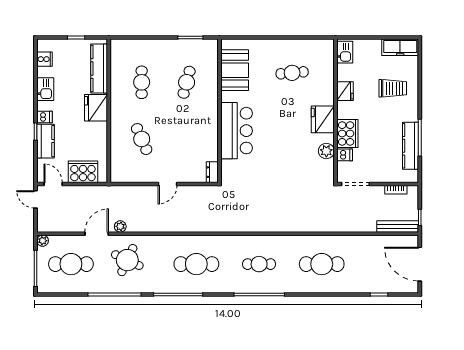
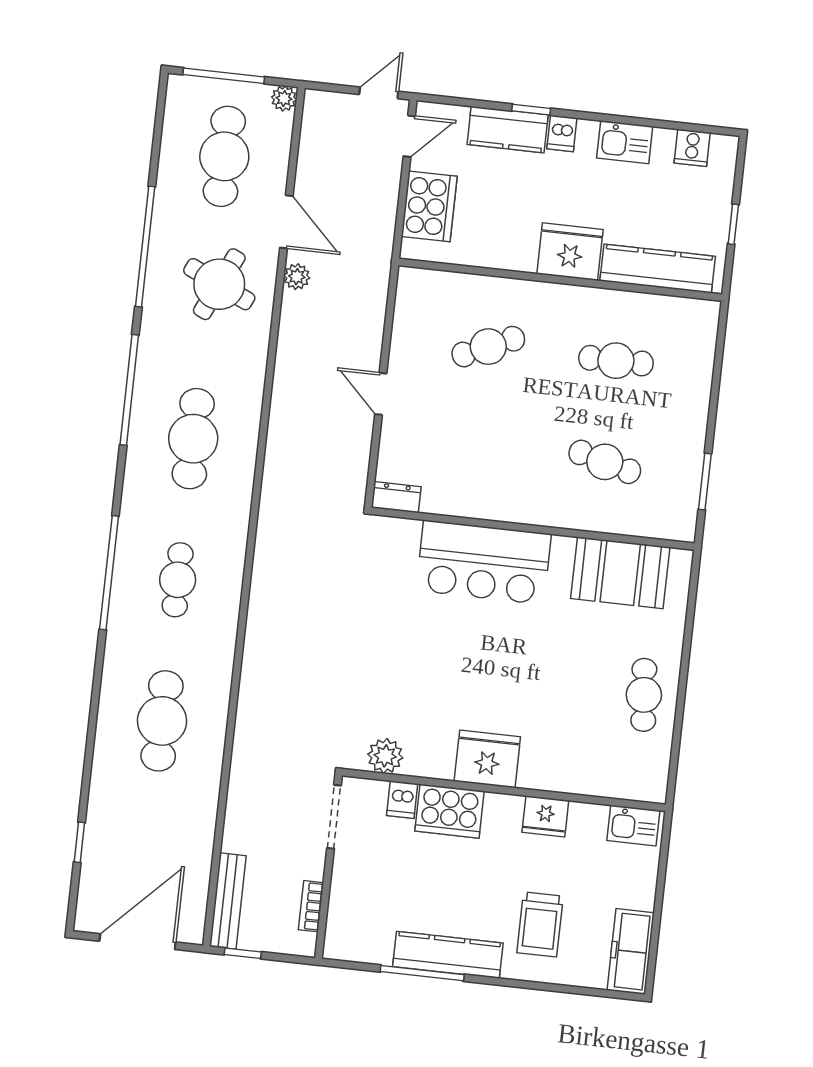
cafe table: (292, 73) -> (644, 695), moved
kitchen counter: (411, 146) -> (448, 955), moved
plant: (326, 151) -> (385, 756), moved

